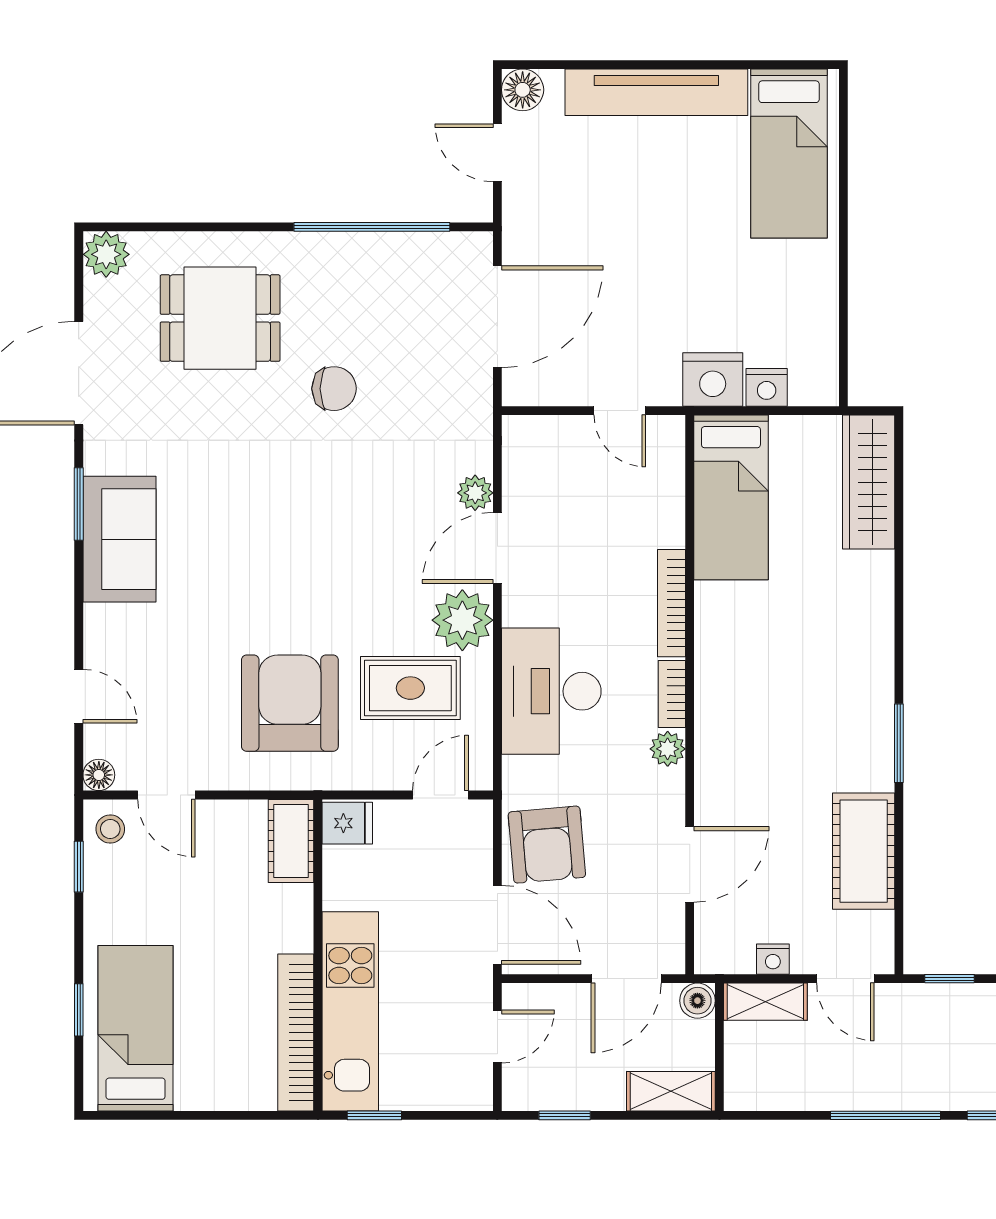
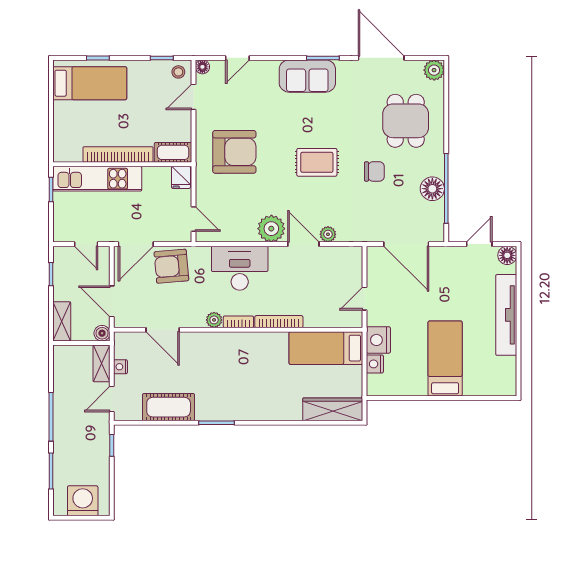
bed: (789, 153) -> (445, 359), moved, turned 90
floor lamp: (373, 258) -> (432, 189), added
chair: (334, 389) -> (374, 171), turned -90
rug: (410, 688) -> (317, 162), moved, turned 90
bookcase: (296, 1032) -> (118, 154), moved

